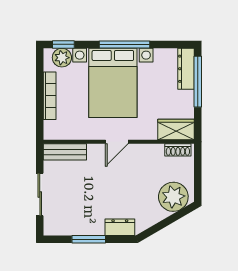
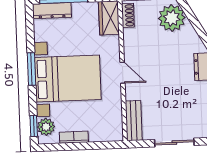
window: (125, 44) -> (31, 69), width x0.69
bookcase: (50, 96) -> (74, 137), width x0.64

